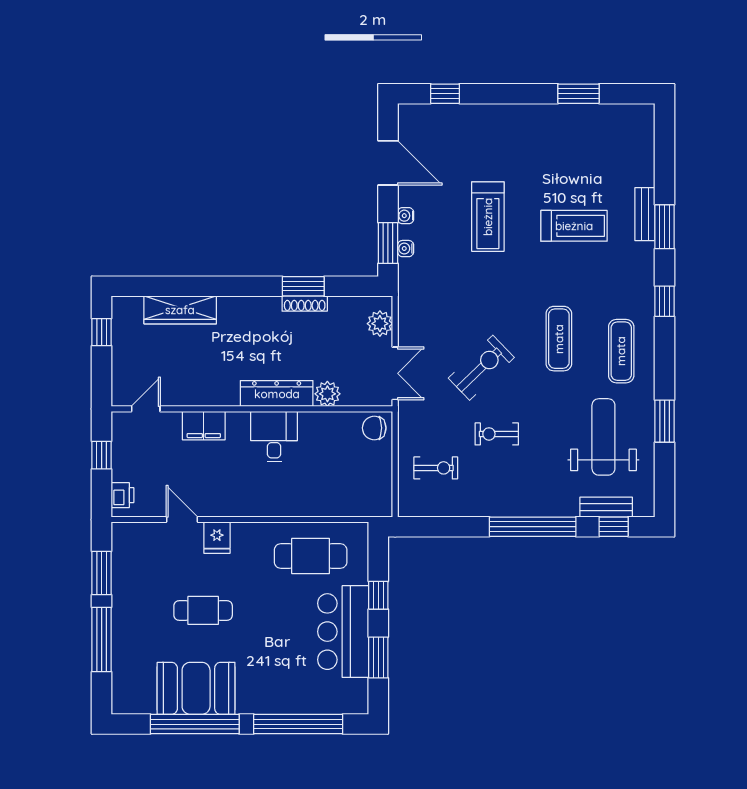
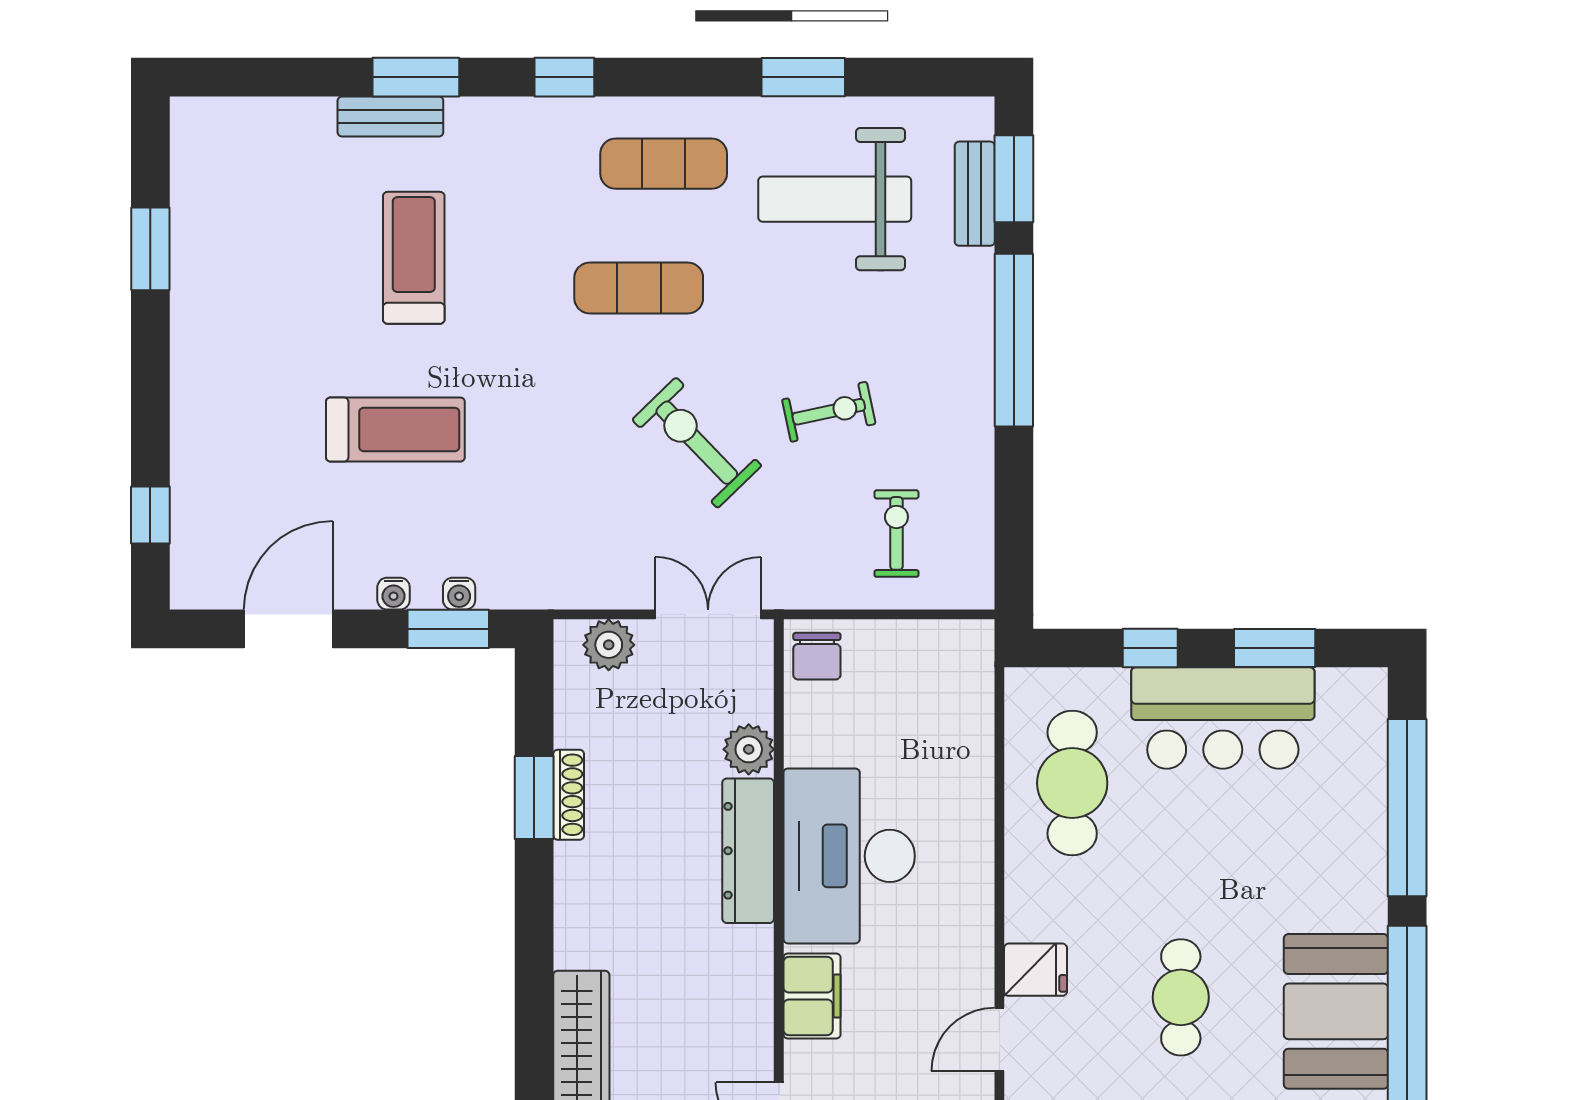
exercise bike: (497, 434) -> (829, 412), turned -102
desk: (274, 437) -> (849, 856), width x1.87, depth x1.30
window: (614, 527) -> (1014, 179), width x1.50

